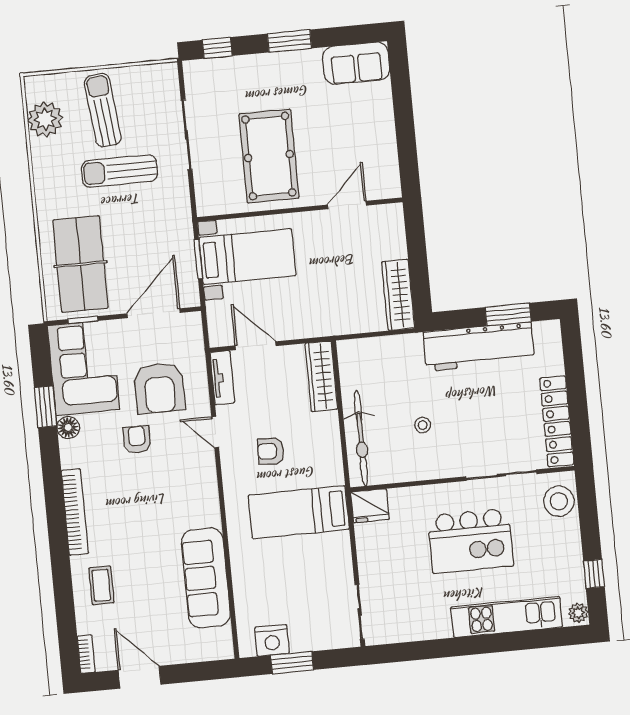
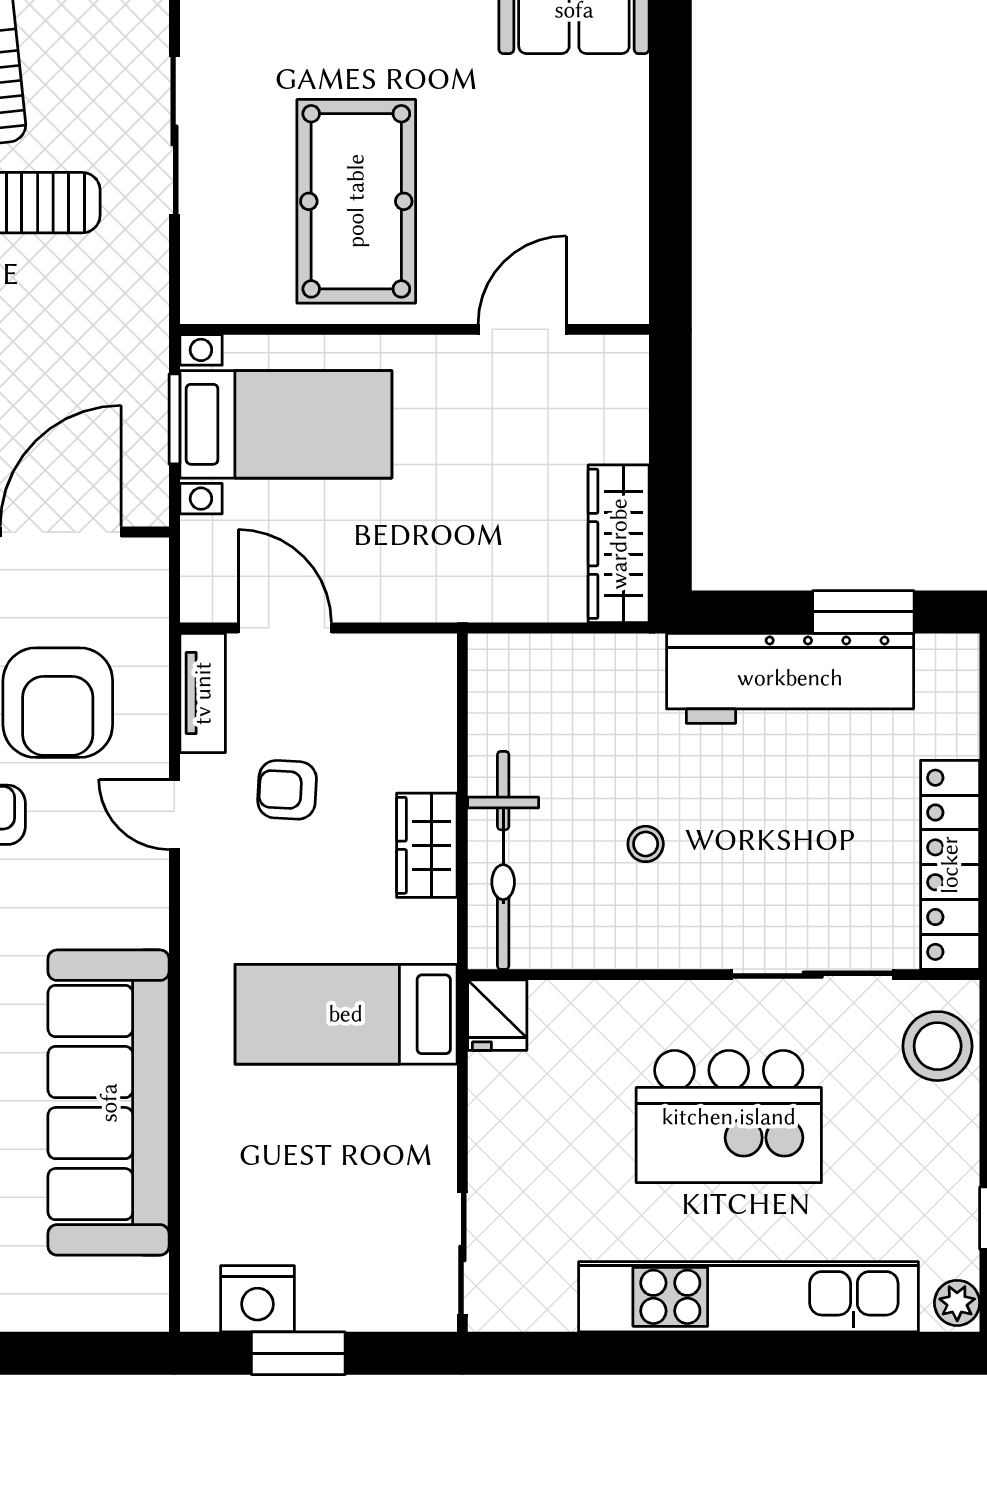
wardrobe: (321, 376) -> (427, 845), moved, width x0.67
armchair: (271, 451) -> (287, 790), moved
fridge: (370, 506) -> (497, 1015), width x0.72
sofa: (206, 578) -> (109, 1103), width x1.36, depth x1.27
kitchen unit: (507, 617) -> (749, 1297), width x1.36

